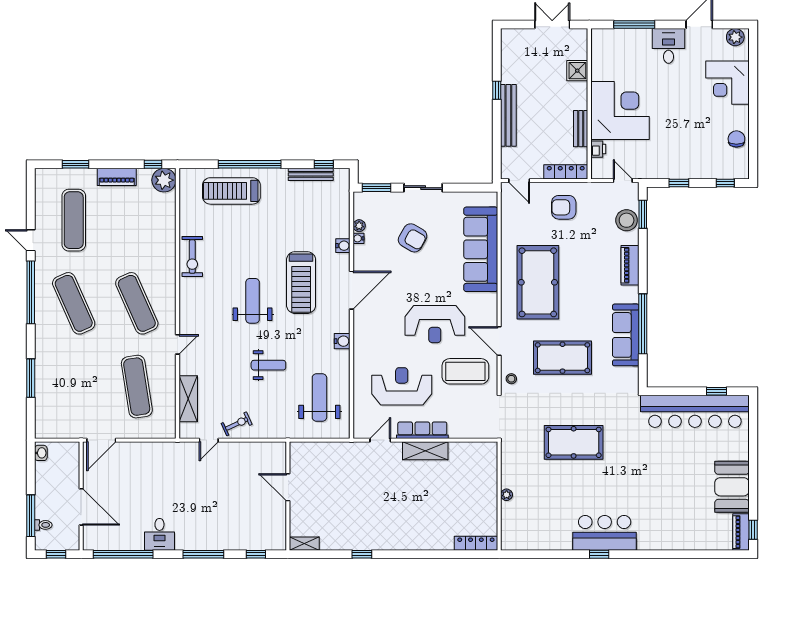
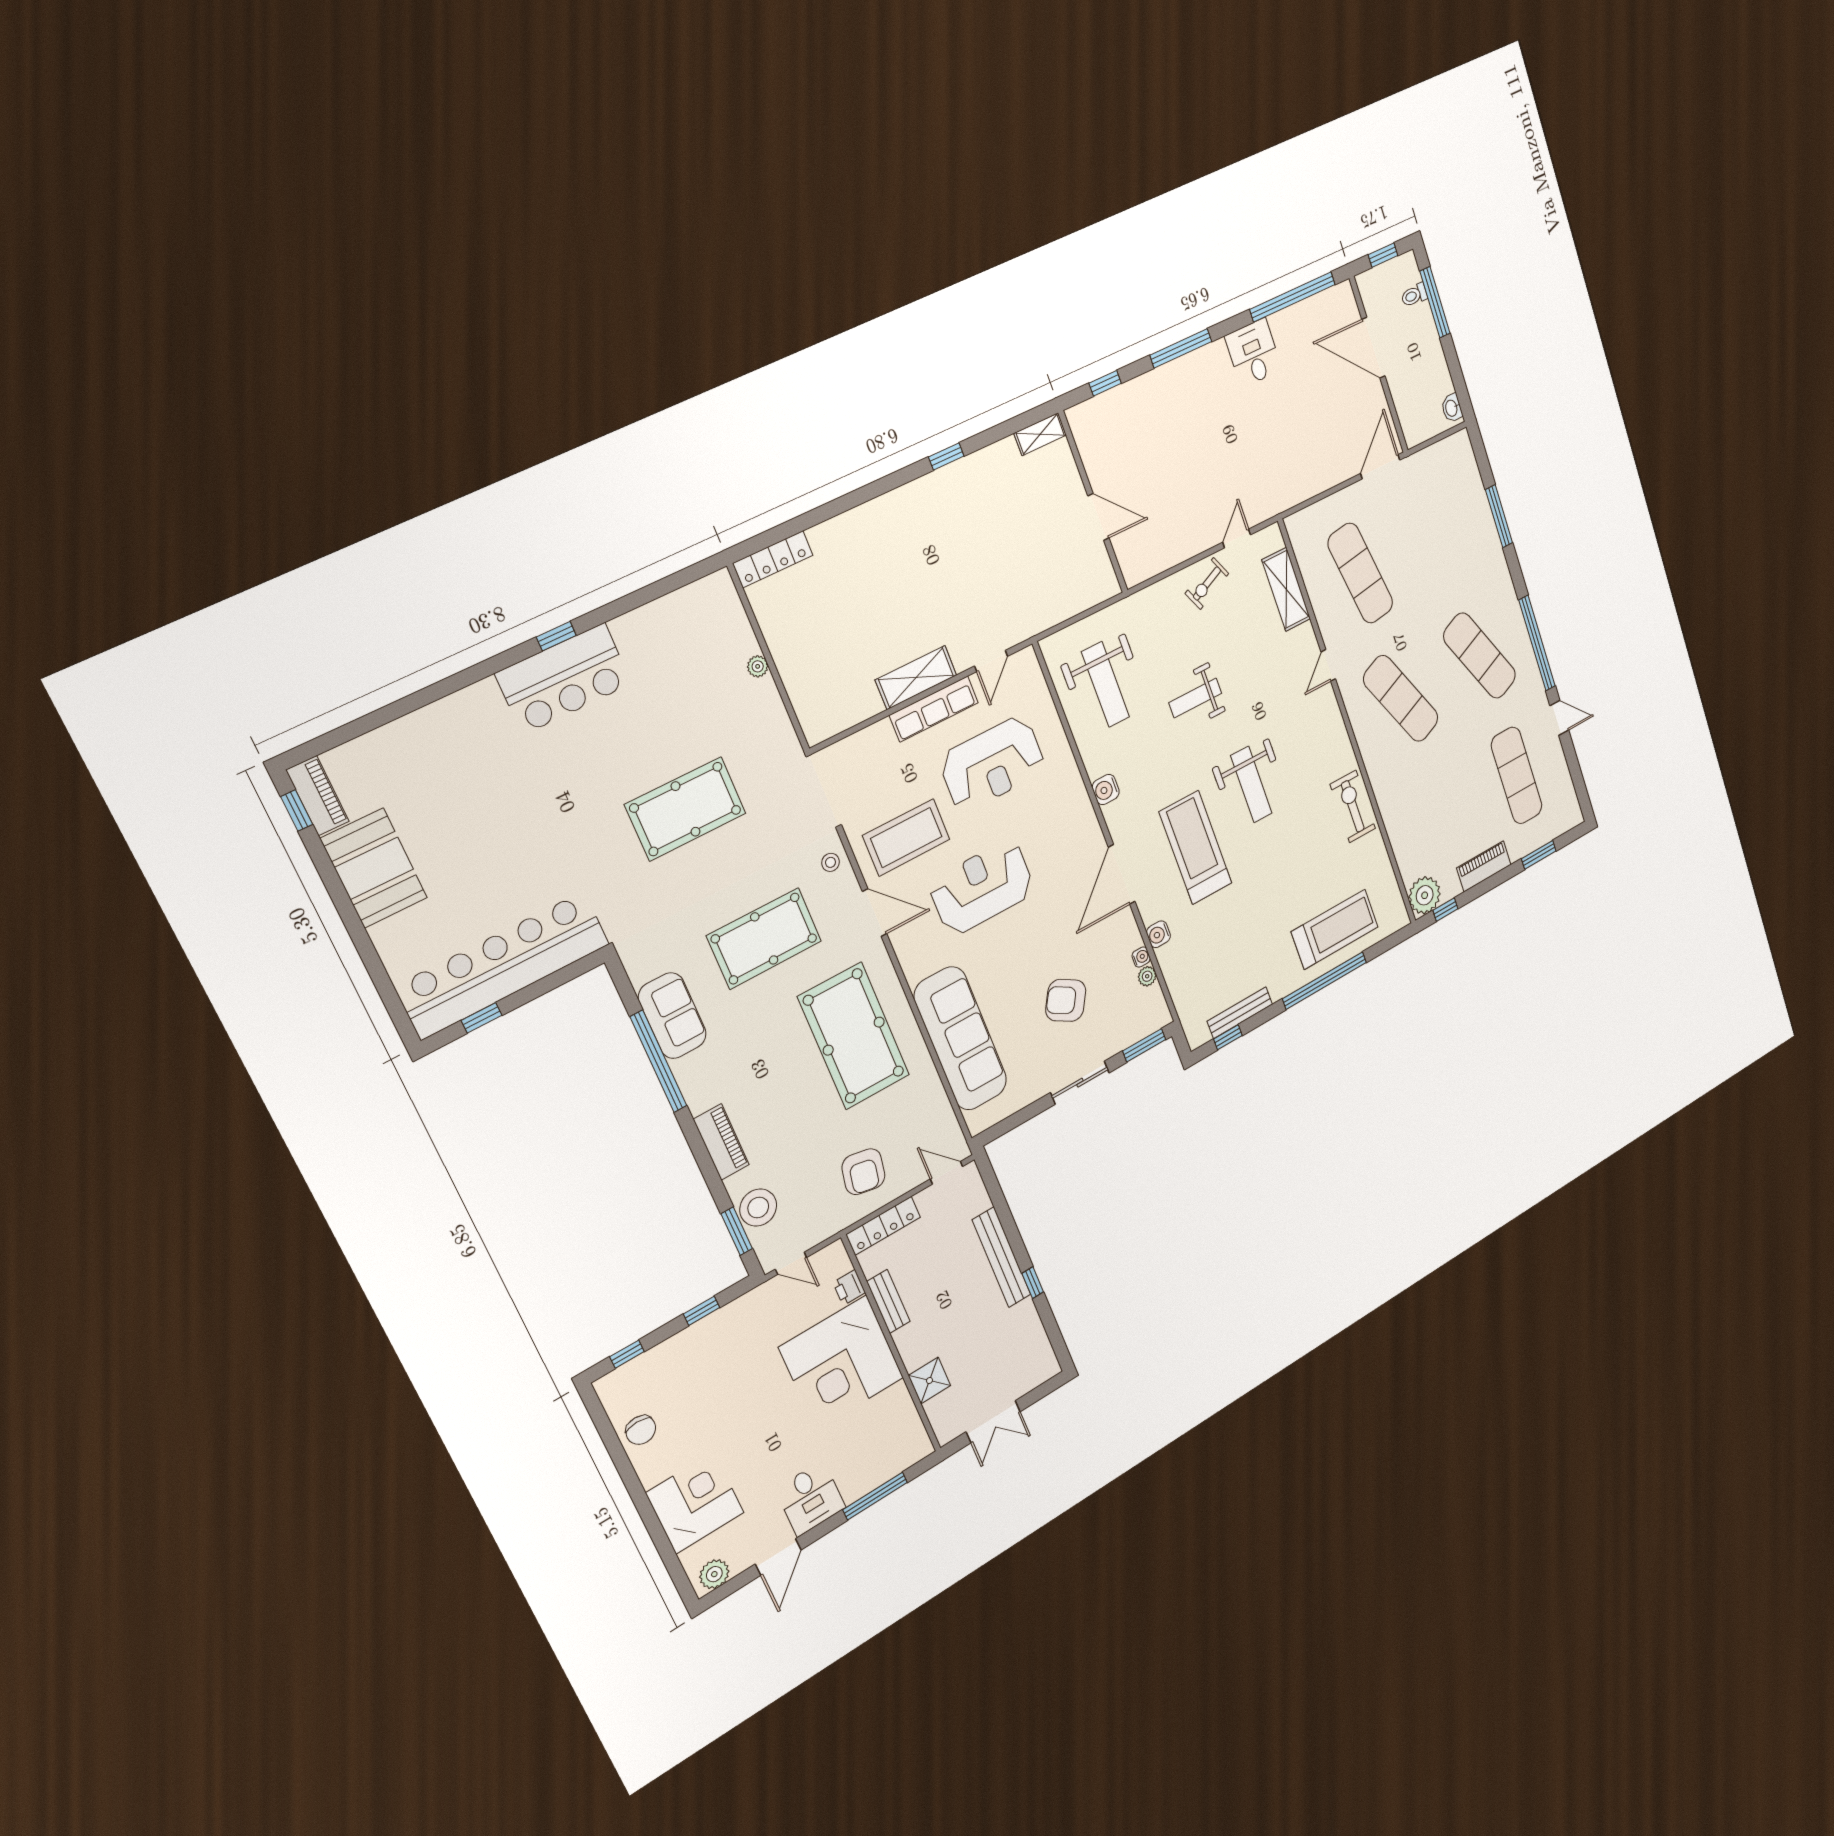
armchair: (564, 207) -> (863, 1172), turned 101
sofa: (626, 335) -> (672, 1016), width x0.73

